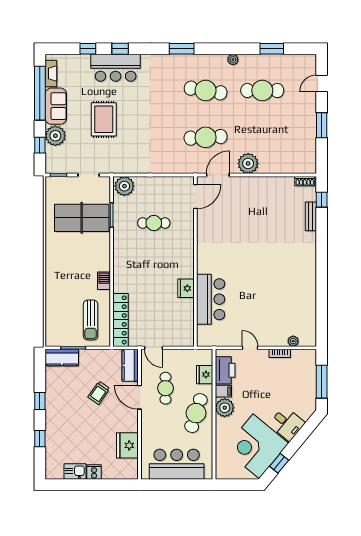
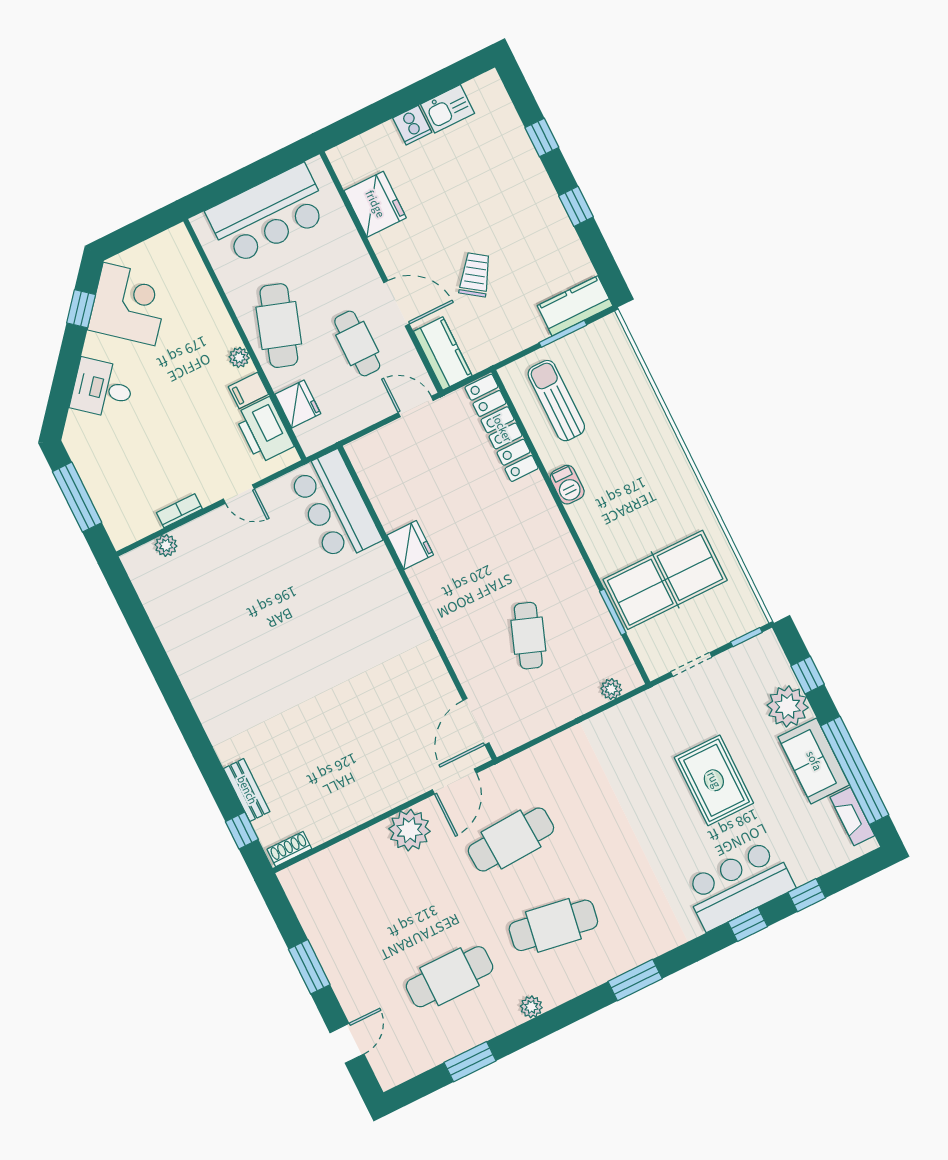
plant: (124, 186) -> (611, 689), width x0.53, depth x0.53
cafe table: (154, 223) -> (528, 636), turned -70
bar counter: (211, 299) -> (335, 507), moved
plant: (225, 408) -> (239, 357), width x0.53, depth x0.53
corner desk: (256, 446) -> (129, 304), width x0.74, depth x0.74

